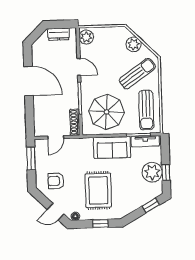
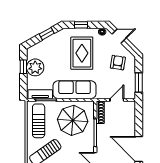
sofa: (112, 147) -> (75, 90), width x1.36
armchair: (56, 181) -> (118, 63), turned -81
window: (151, 205) -> (47, 34), moved

